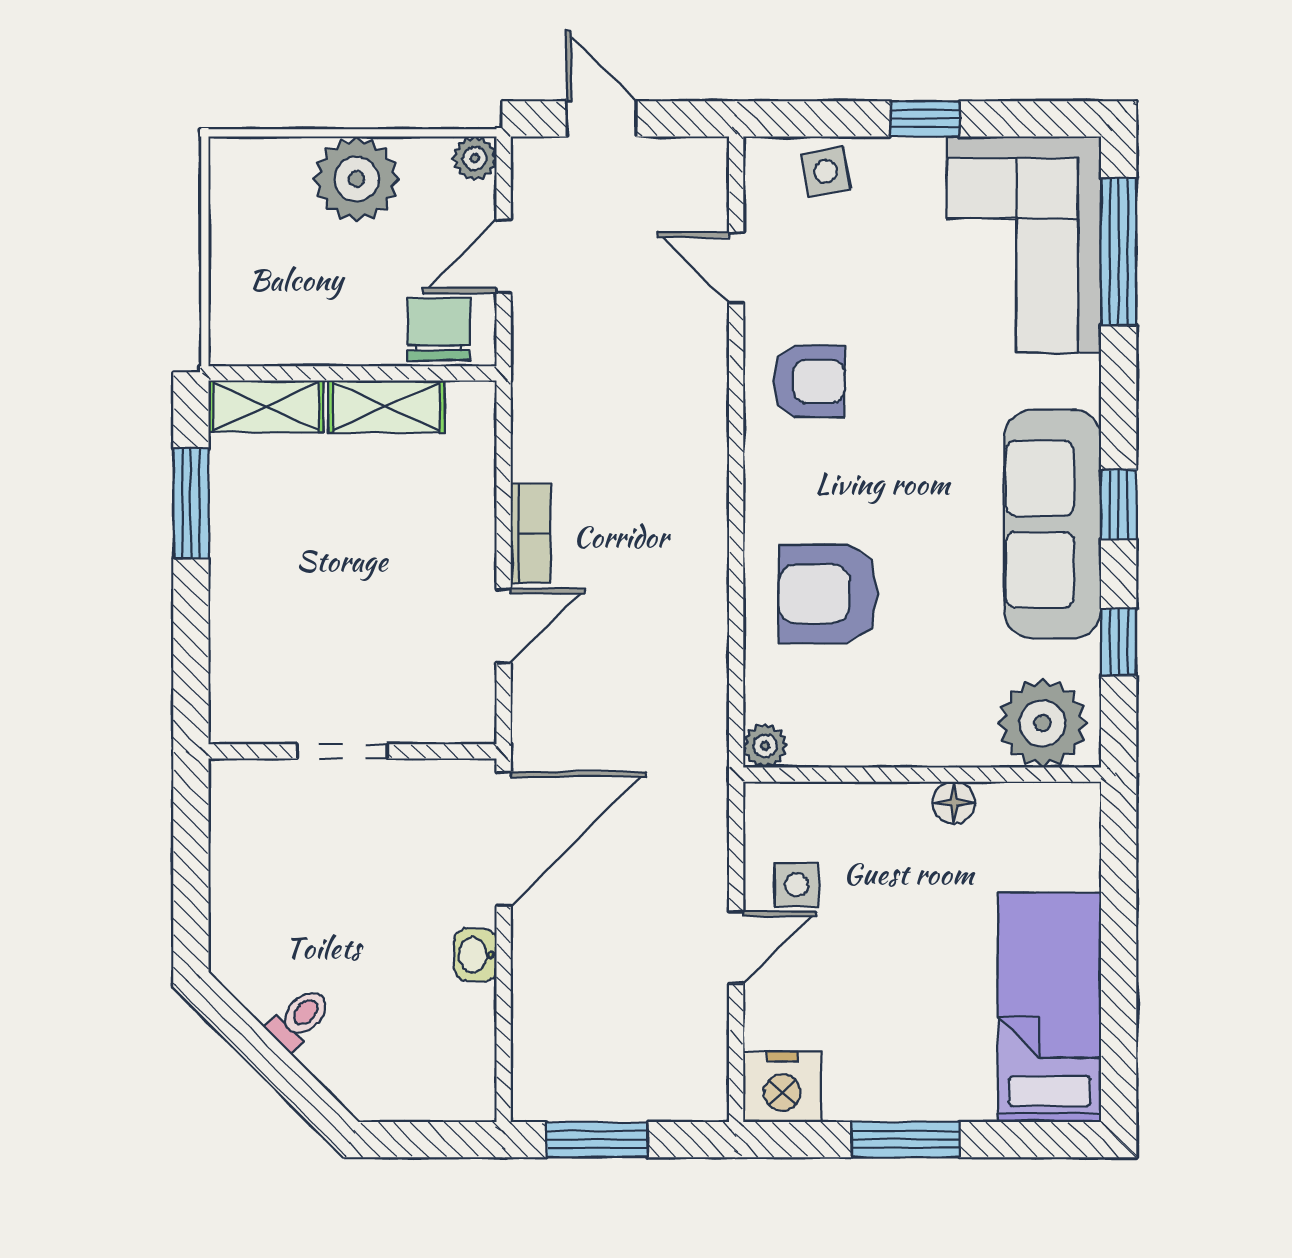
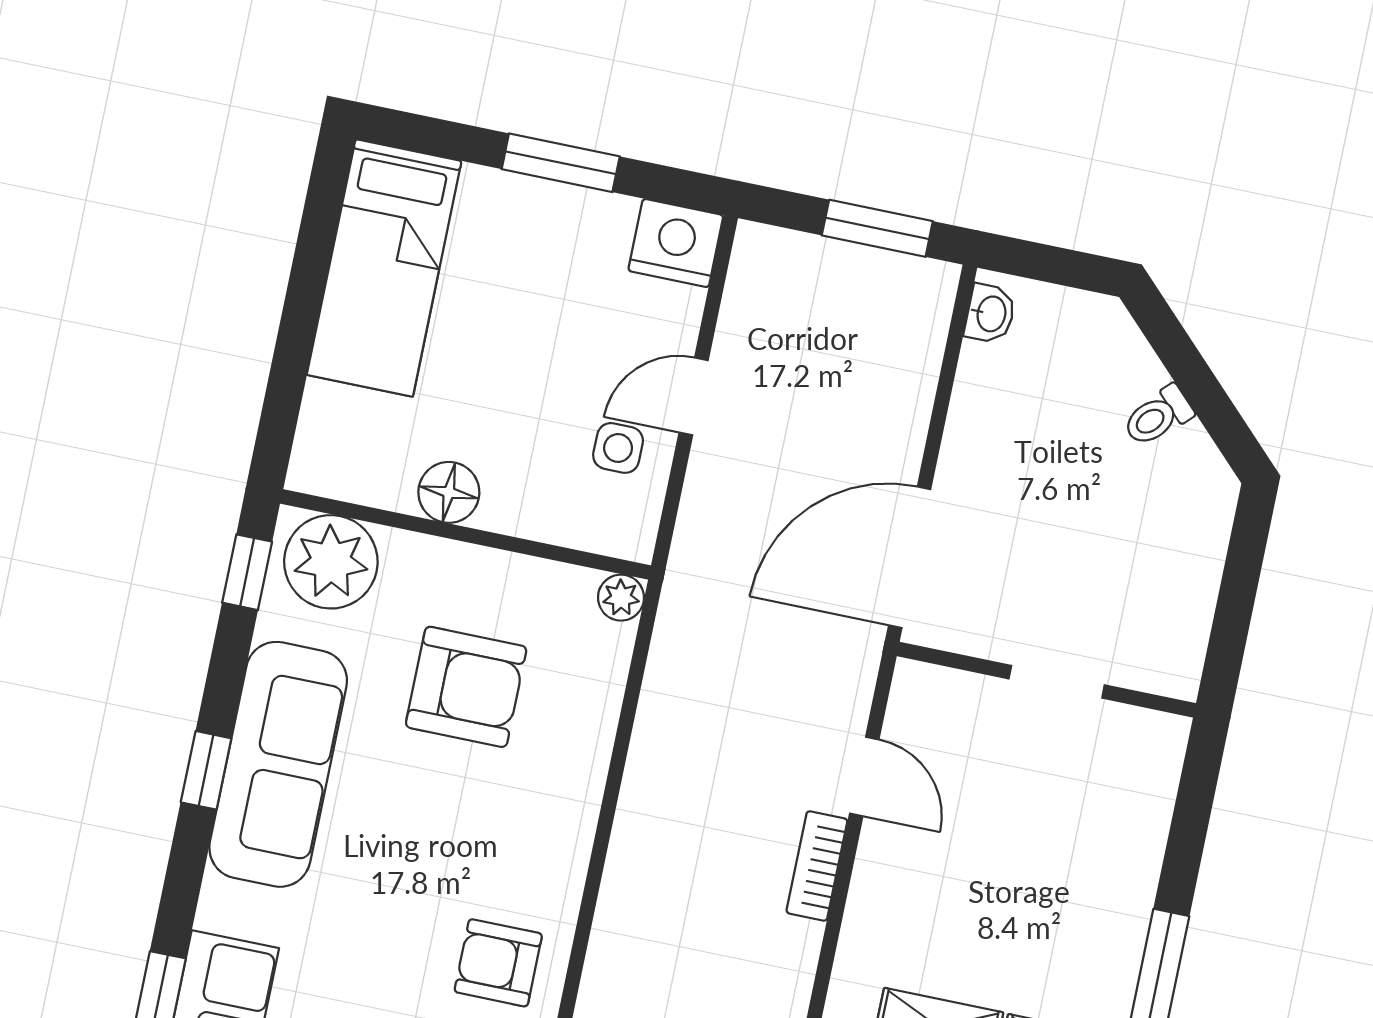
armchair: (828, 594) -> (466, 687), moved
door: (504, 626) -> (864, 776), swing flipped
window: (1119, 642) -> (247, 572), moved
floor lamp: (954, 803) -> (449, 492), width x1.37, depth x1.37
washbasin: (476, 955) -> (990, 314), moved

